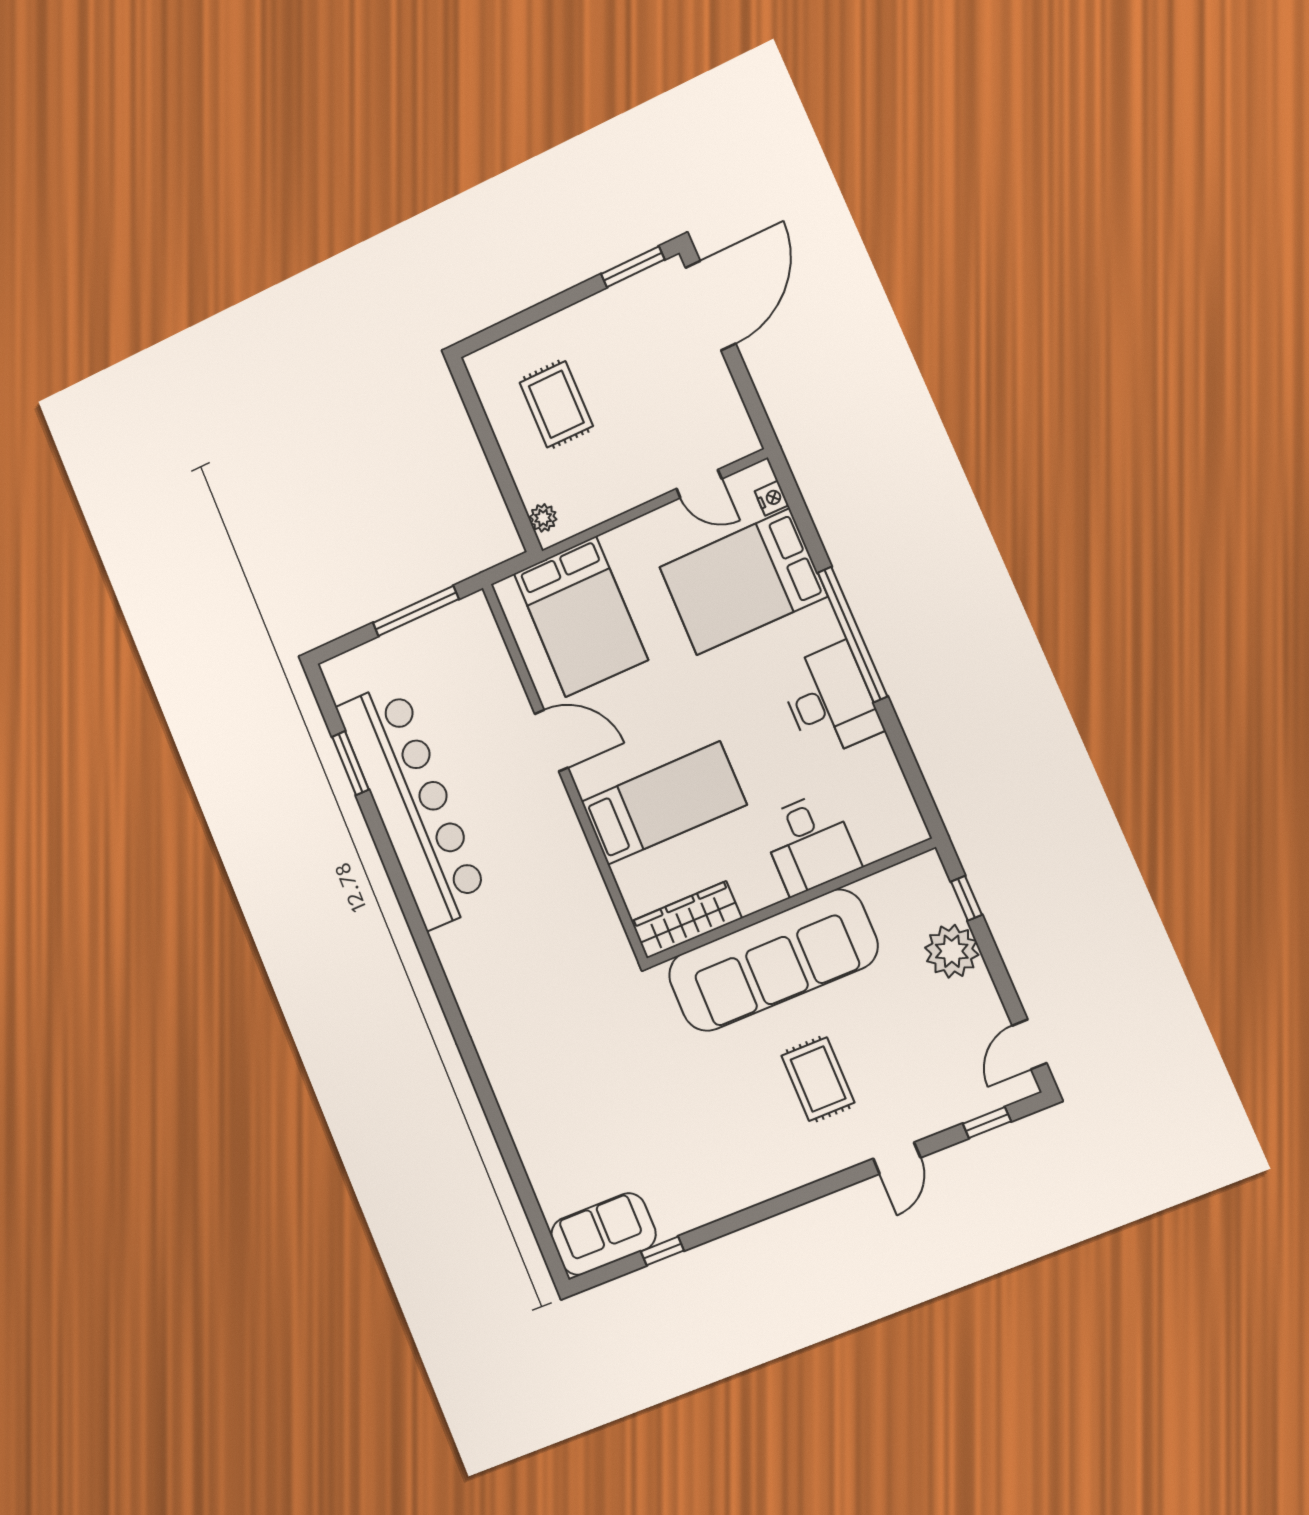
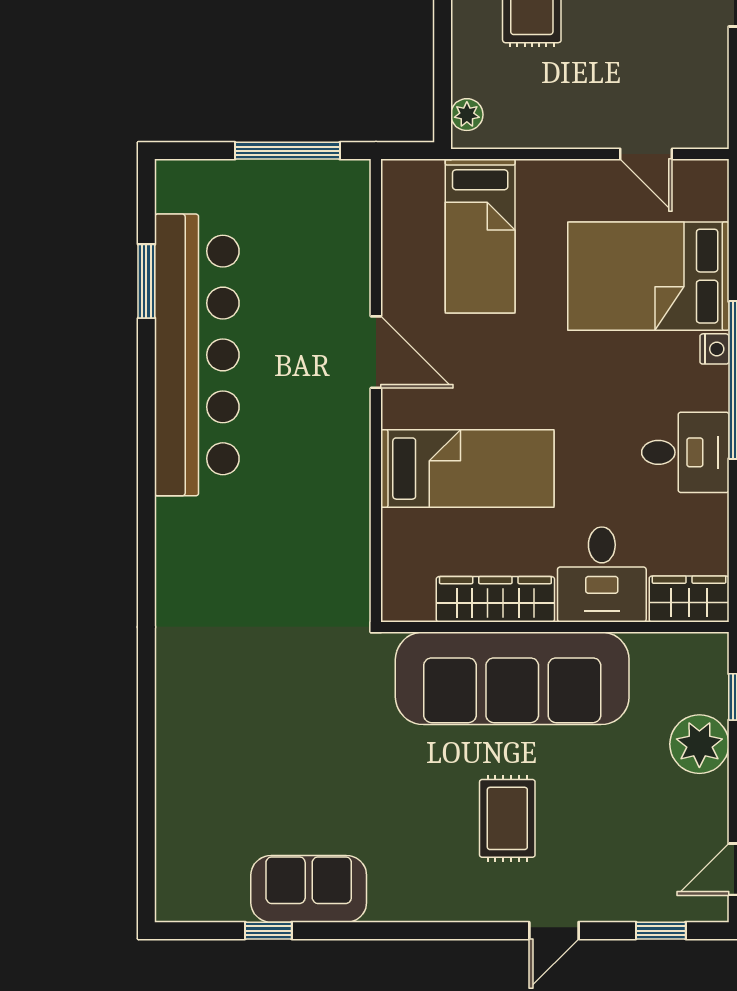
nightstand: (772, 498) -> (714, 349), moved
bed: (581, 617) -> (480, 236), width x0.67
desk: (830, 700) -> (685, 452), width x0.73
wardrobe: (891, 833) -> (689, 599), added
wardrobe: (686, 920) -> (495, 599), moved
sofa: (603, 1234) -> (309, 889), moved

